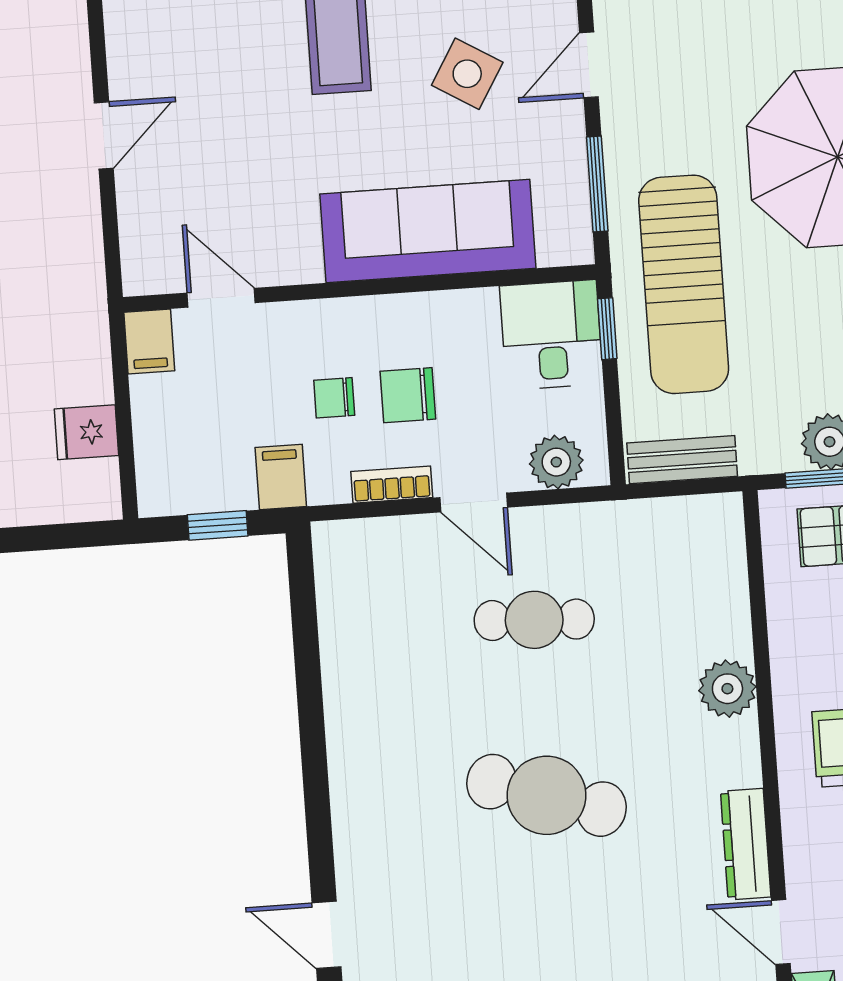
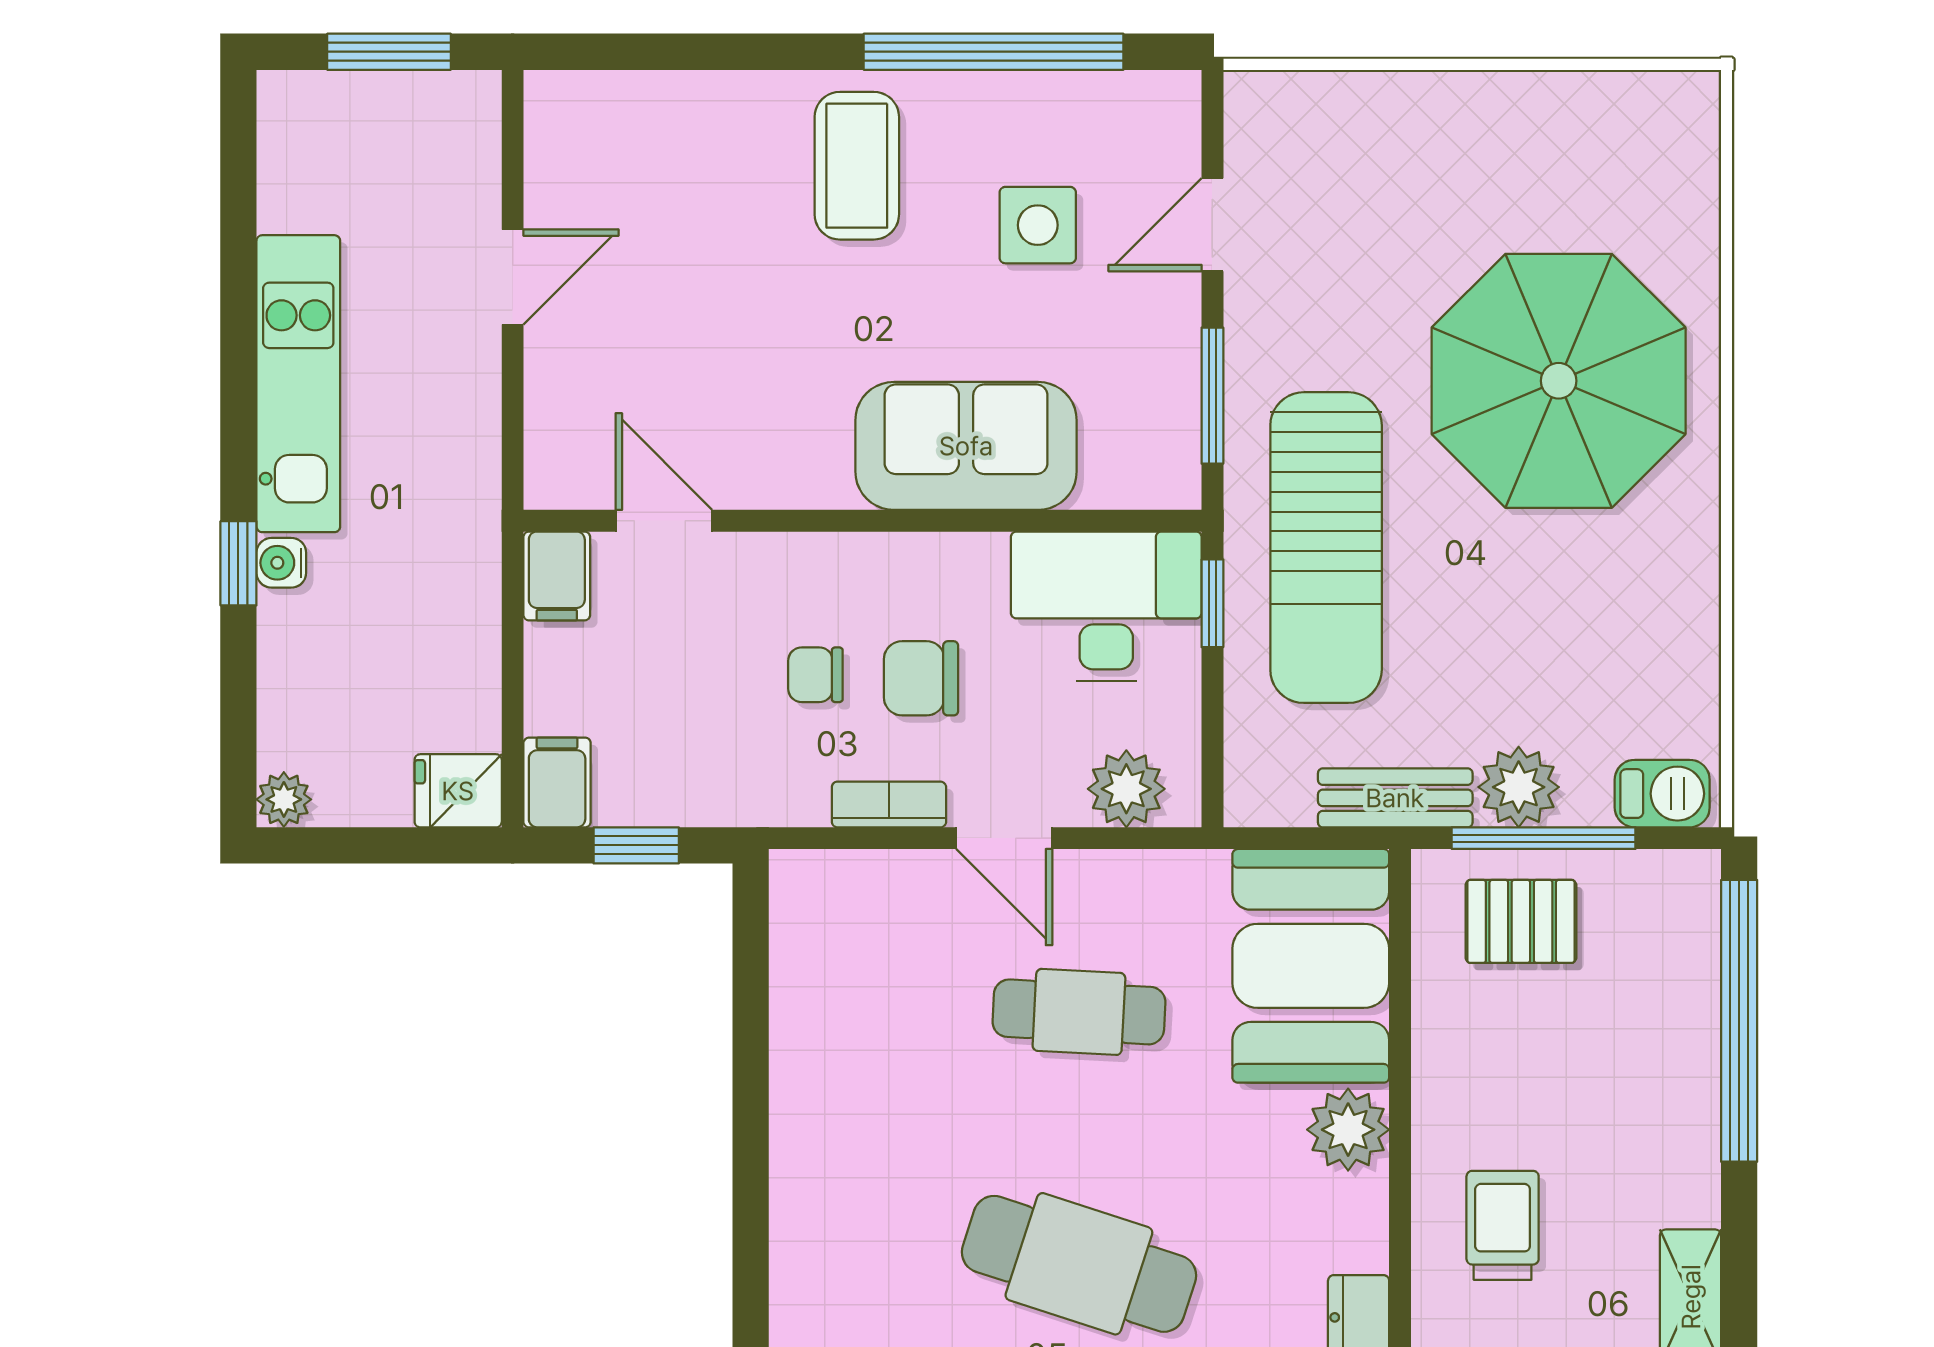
side table: (467, 74) -> (1038, 225), turned -31
sofa: (428, 231) -> (966, 446), width x0.73
desk: (551, 335) -> (1106, 606), width x1.37
fridge: (87, 432) -> (458, 791), moved
bench: (682, 460) -> (1395, 798), moved
filing cabinet: (281, 477) -> (557, 782), moved
booth: (693, 576) -> (1311, 966), added

